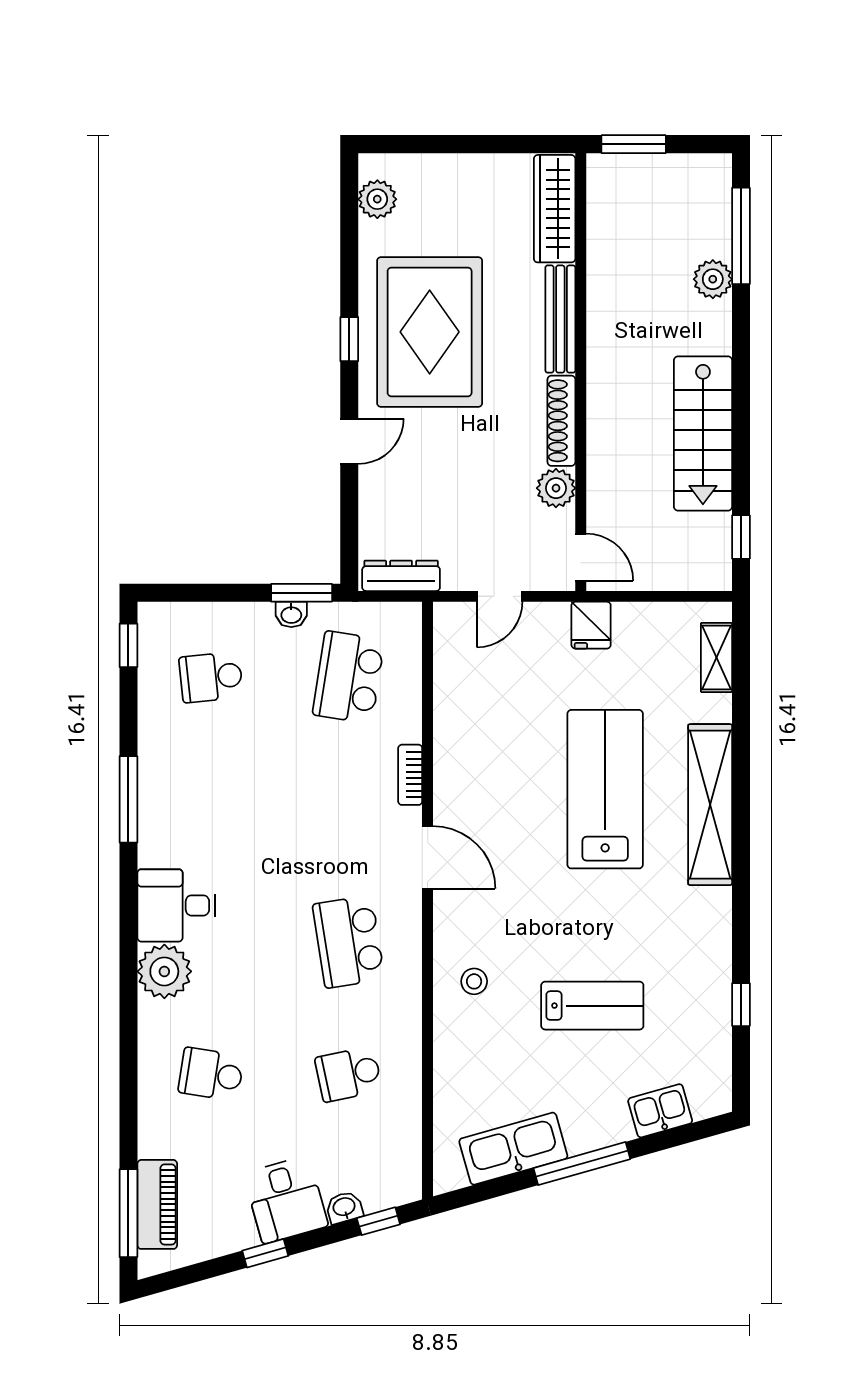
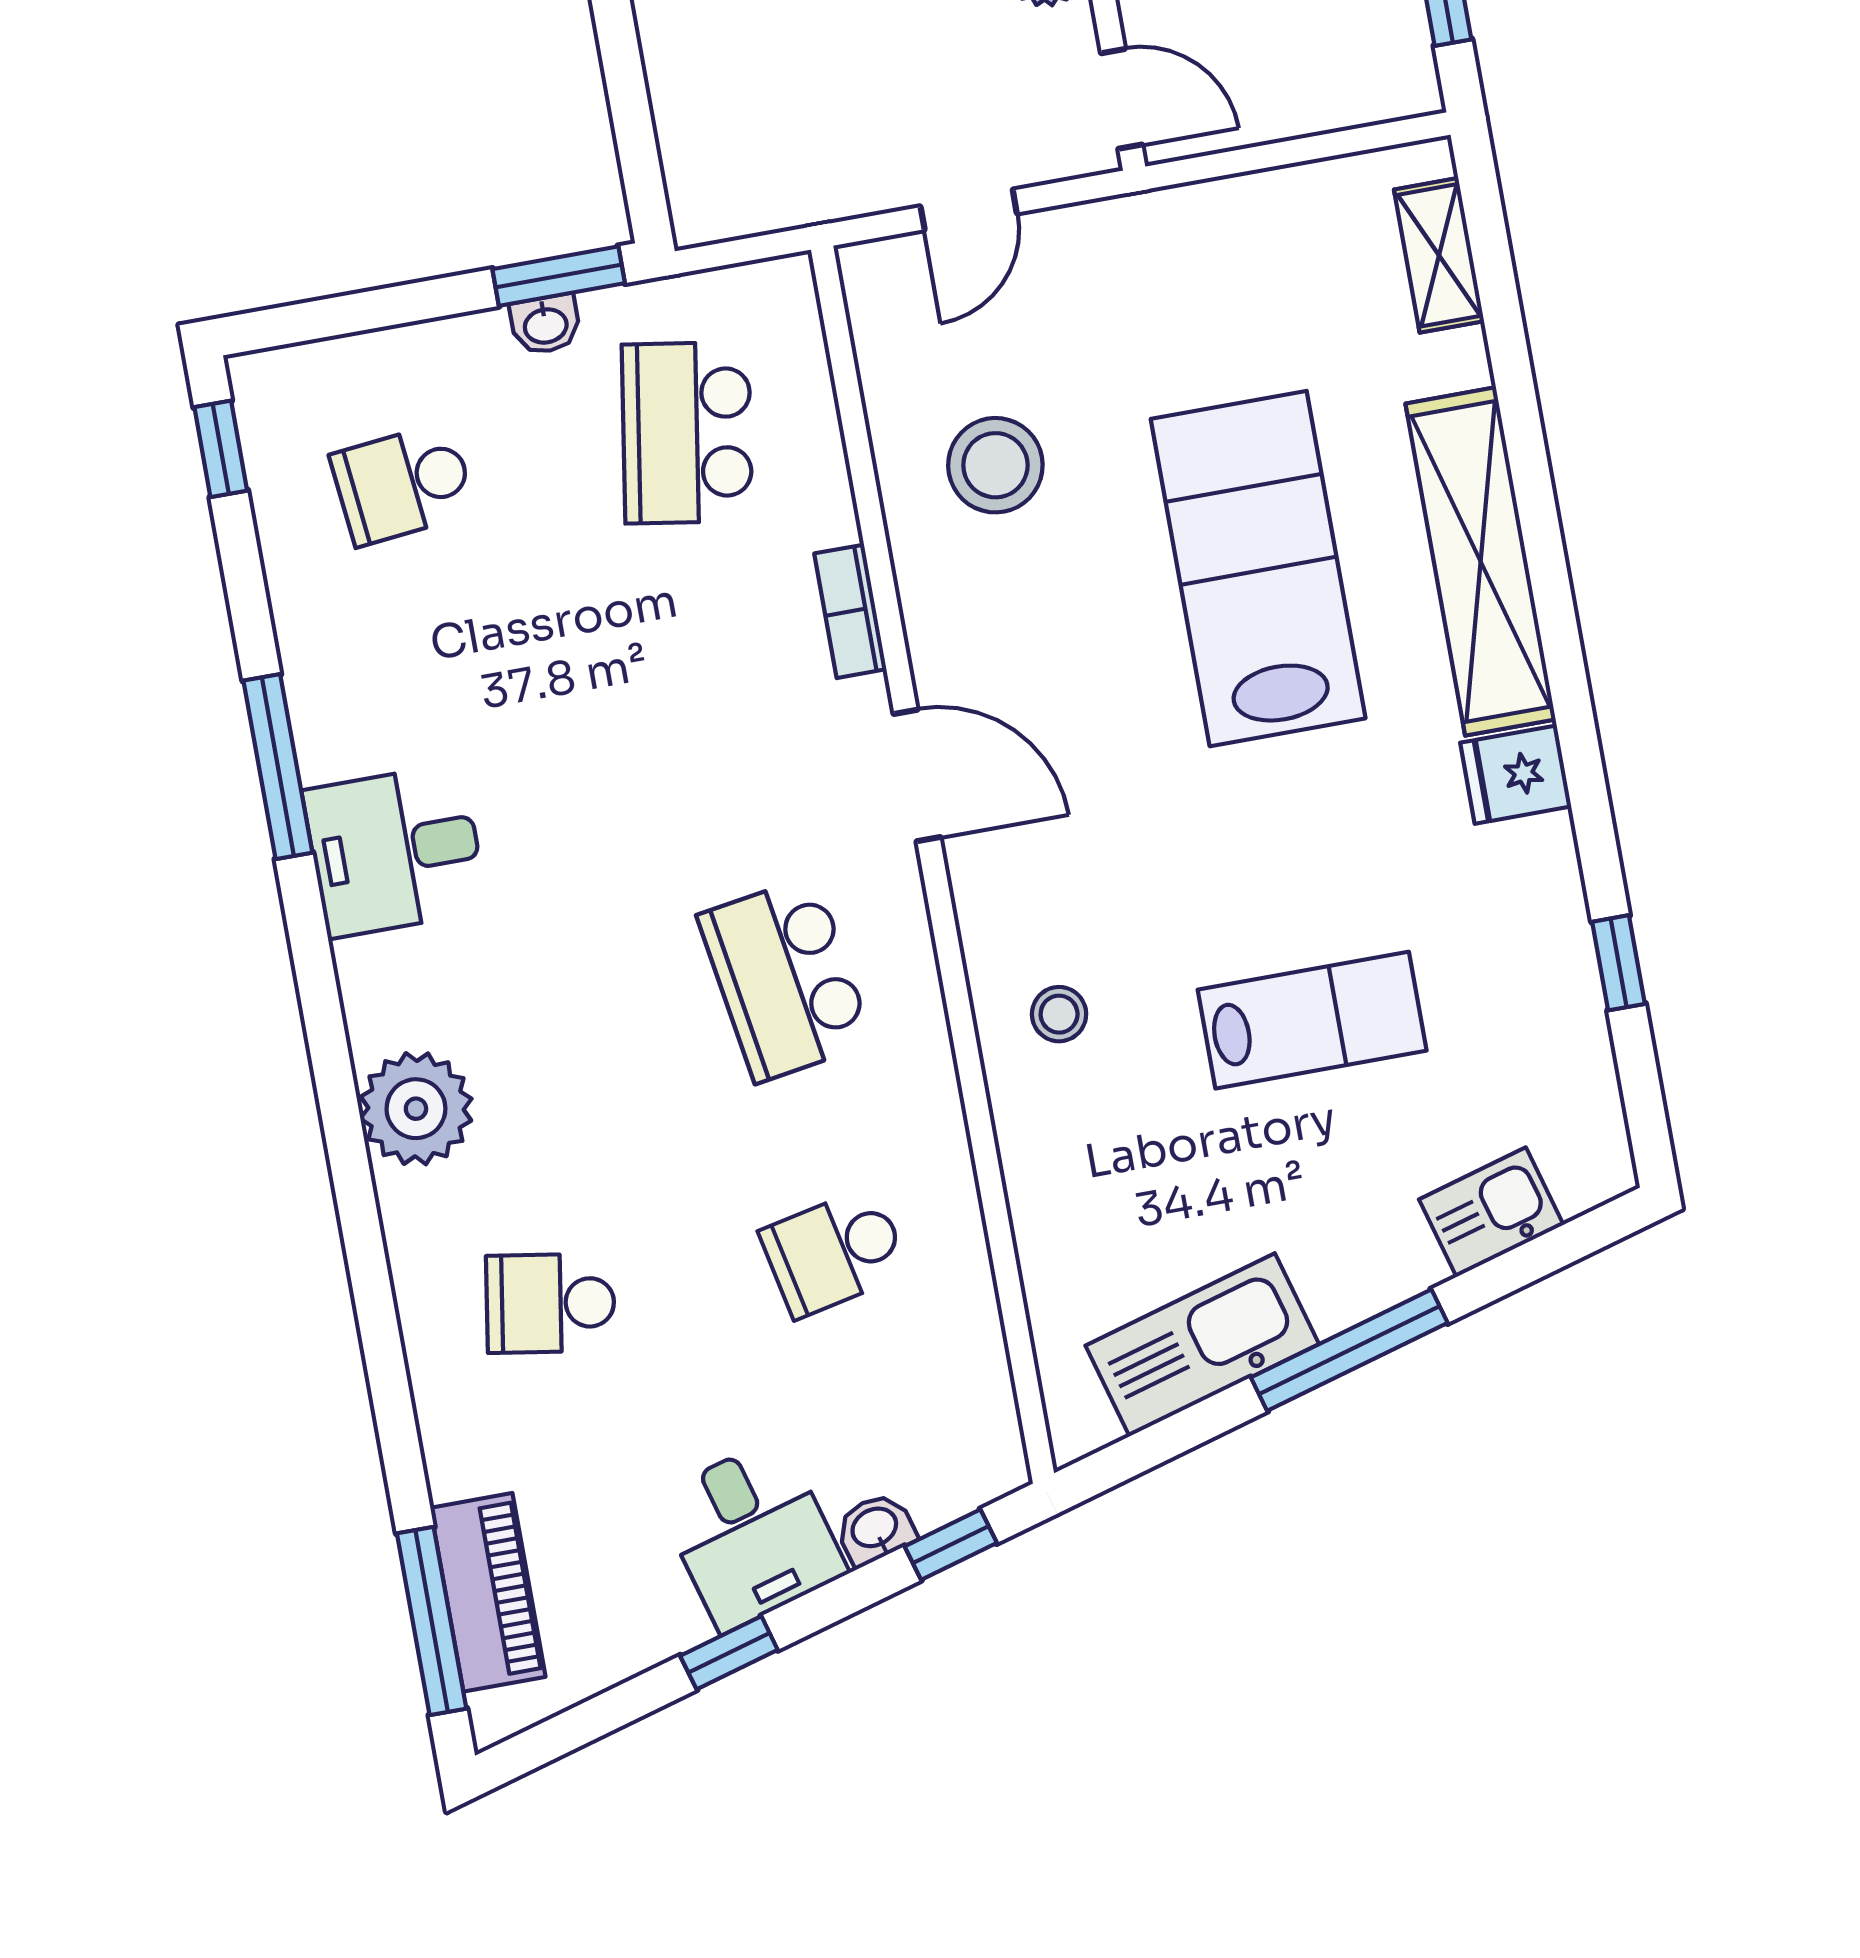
dresser: (401, 576) -> (758, 204), removed
fridge: (591, 625) -> (1516, 775), moved, turned 90
stool: (491, 718) -> (995, 465), added
desk: (176, 905) -> (395, 851), moved

